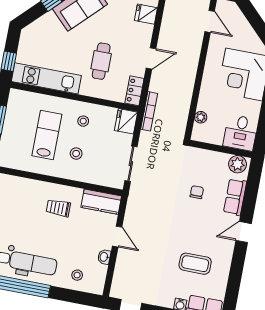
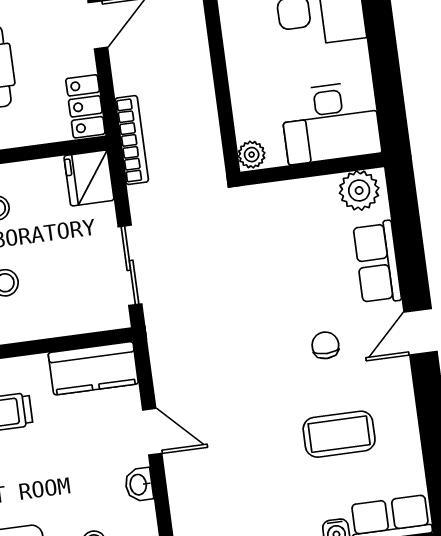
plant: (201, 117) -> (252, 155), moved
desk: (241, 133) -> (331, 122), width x1.37
chair: (197, 192) -> (325, 345), moved

